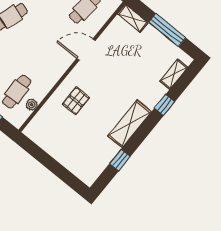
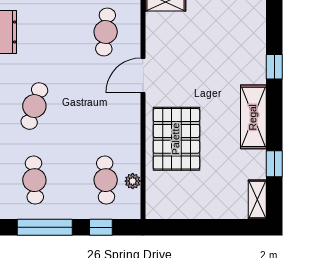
shelving: (174, 74) -> (257, 199), moved
pallet: (76, 101) -> (176, 139), width x2.05, depth x2.00

